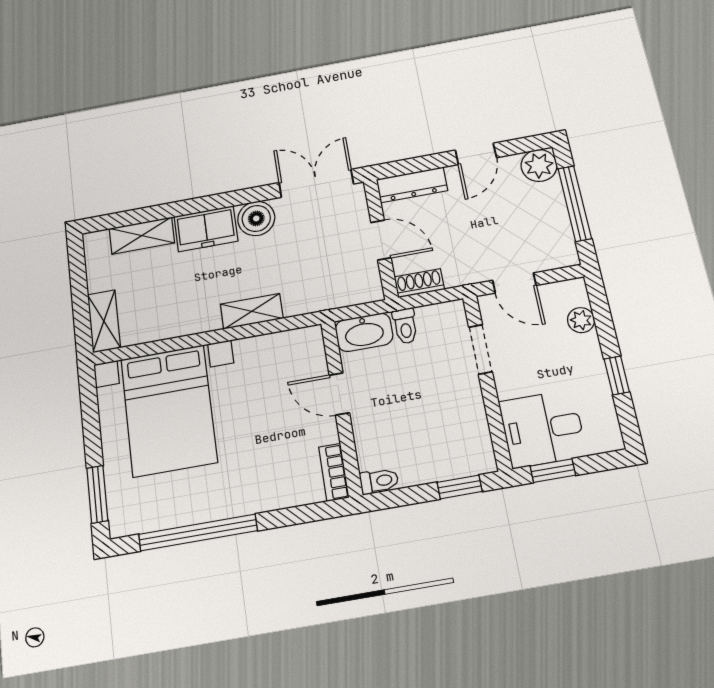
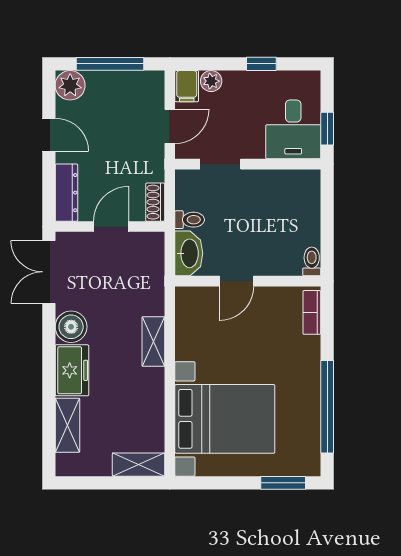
filing cabinet: (568, 293) -> (187, 86), added
bookcase: (334, 472) -> (312, 312), moved, turned 90
window: (460, 487) -> (327, 201), removed

